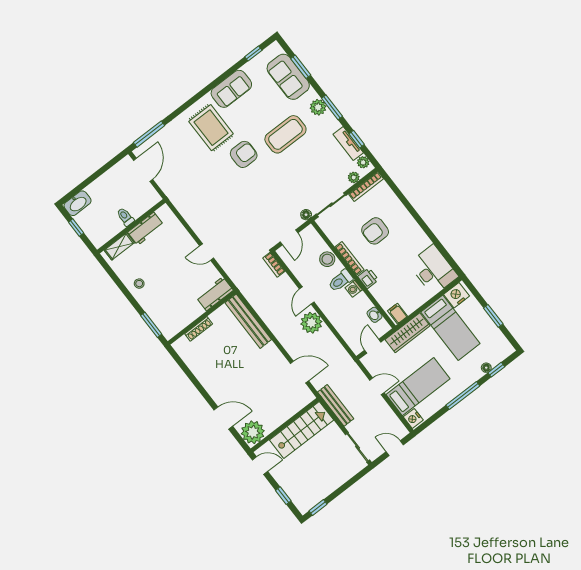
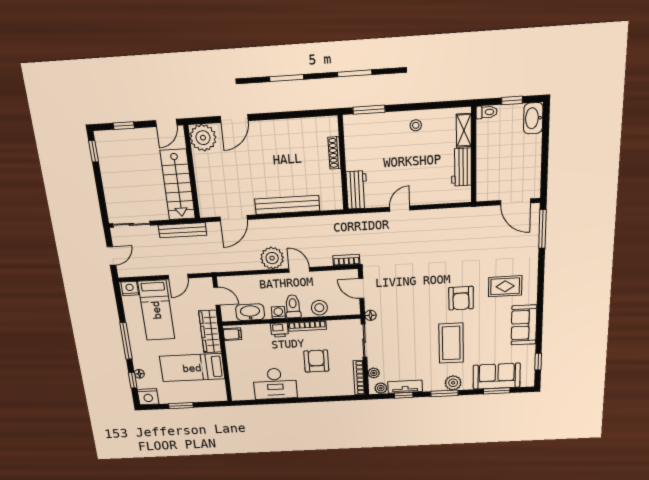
rug: (211, 128) -> (505, 286), width x0.73, depth x0.70
toilet: (125, 217) -> (487, 112), moved
desk: (433, 270) -> (275, 384), moved
nightstand: (457, 295) -> (148, 397), moved, turned 90
washbasin: (374, 315) -> (250, 312), width x1.91, depth x1.45
bench: (248, 321) -> (287, 205), moved

